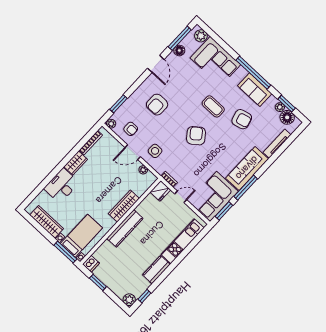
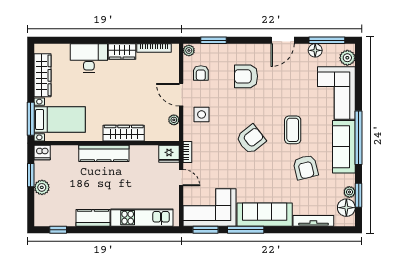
sofa: (255, 90) -> (344, 147), width x1.36
plant: (129, 300) -> (42, 187), moved

